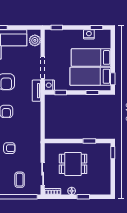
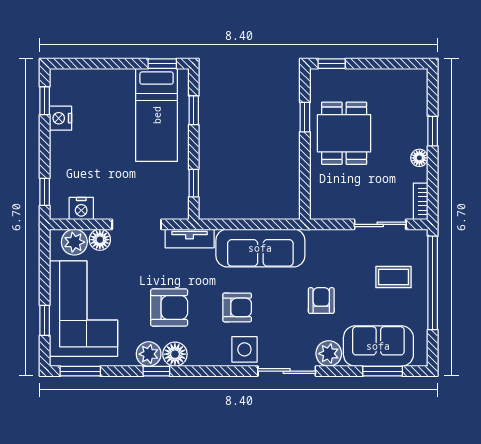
floor lamp: (36, 52) -> (100, 240), added
bed: (91, 57) -> (113, 113), removed
nightstand: (49, 85) -> (81, 209), moved
sofa: (32, 122) -> (260, 248), added
dining table: (73, 164) -> (344, 133), moved

